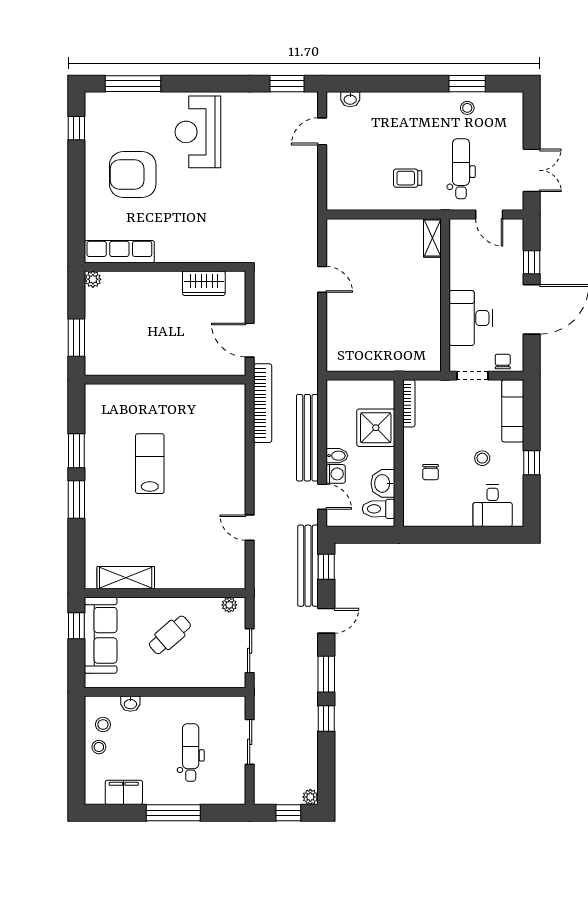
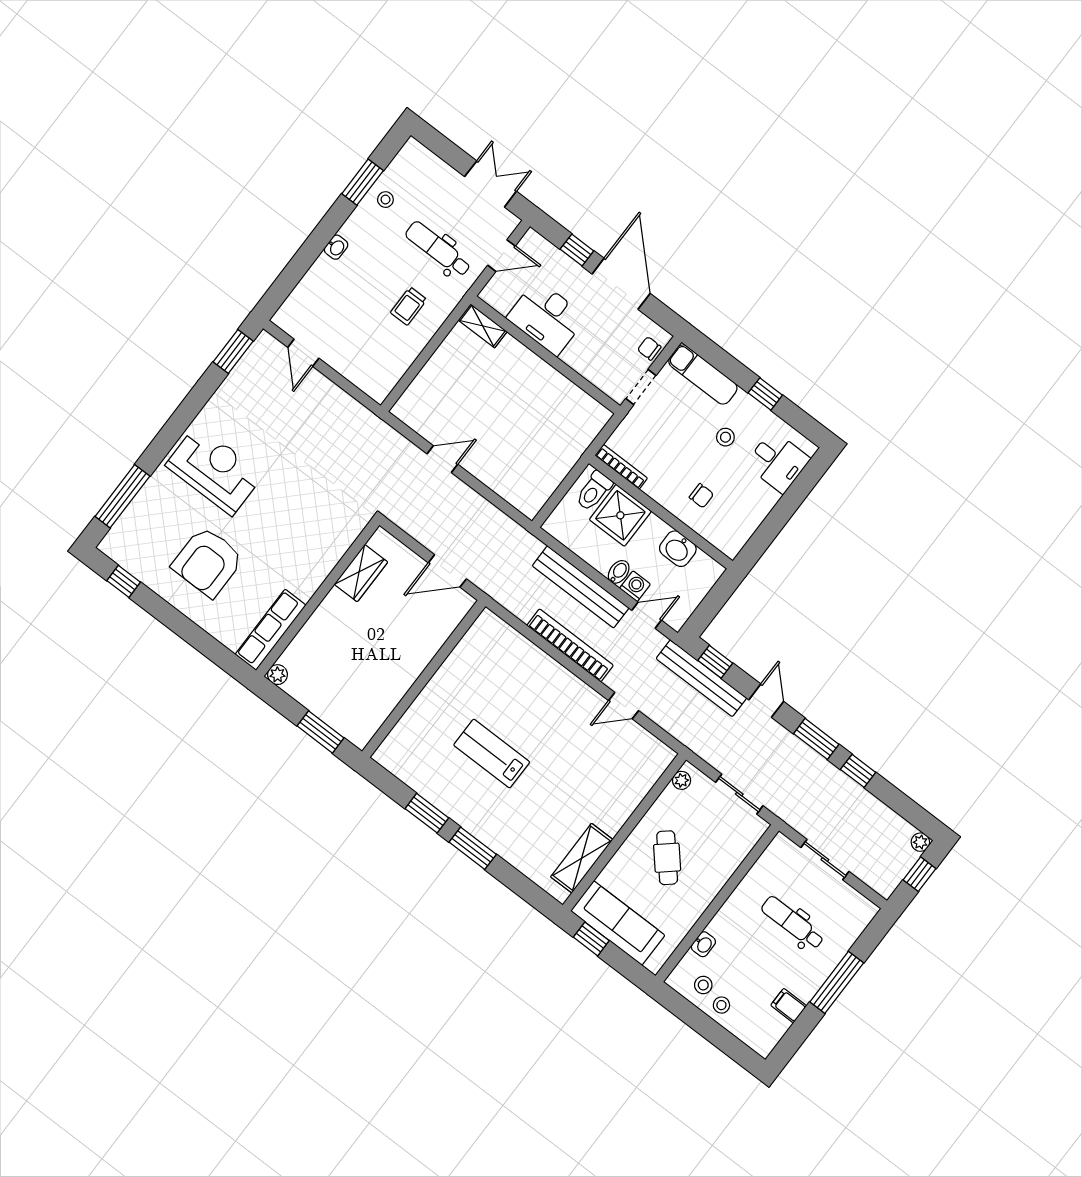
washbasin: (350, 99) -> (336, 247), moved
reception desk: (198, 132) -> (214, 470), turned 180
desk: (471, 318) -> (546, 317), moved
bookcase: (263, 403) -> (570, 645), moved
toilet: (379, 509) -> (594, 491), moved
filing cabinet: (124, 792) -> (789, 1006), width x0.50

